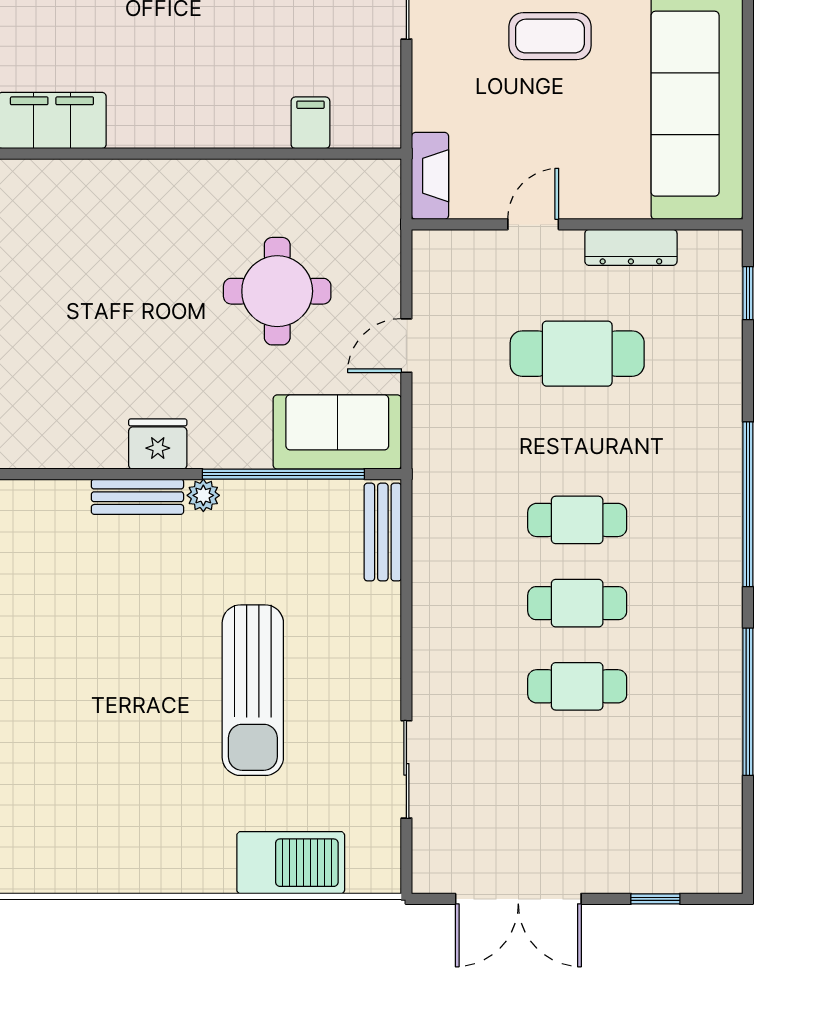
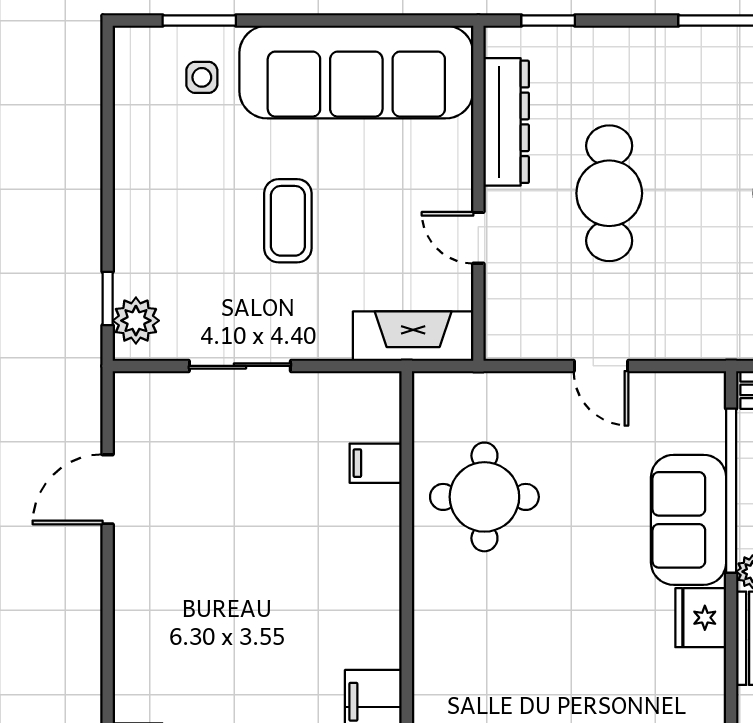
fireplace: (430, 176) -> (413, 336), width x1.37, depth x1.32
dresser: (631, 247) -> (506, 122), width x1.37, depth x1.24
round table: (277, 291) -> (484, 497), moved
sofa: (337, 432) -> (689, 520), moved

